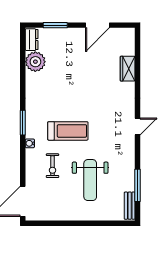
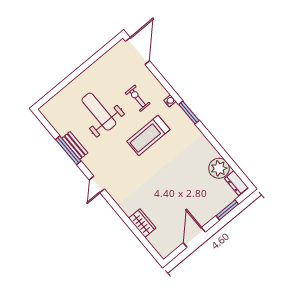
window: (138, 185) -> (68, 150), moved
bench: (130, 206) -> (75, 146), moved

